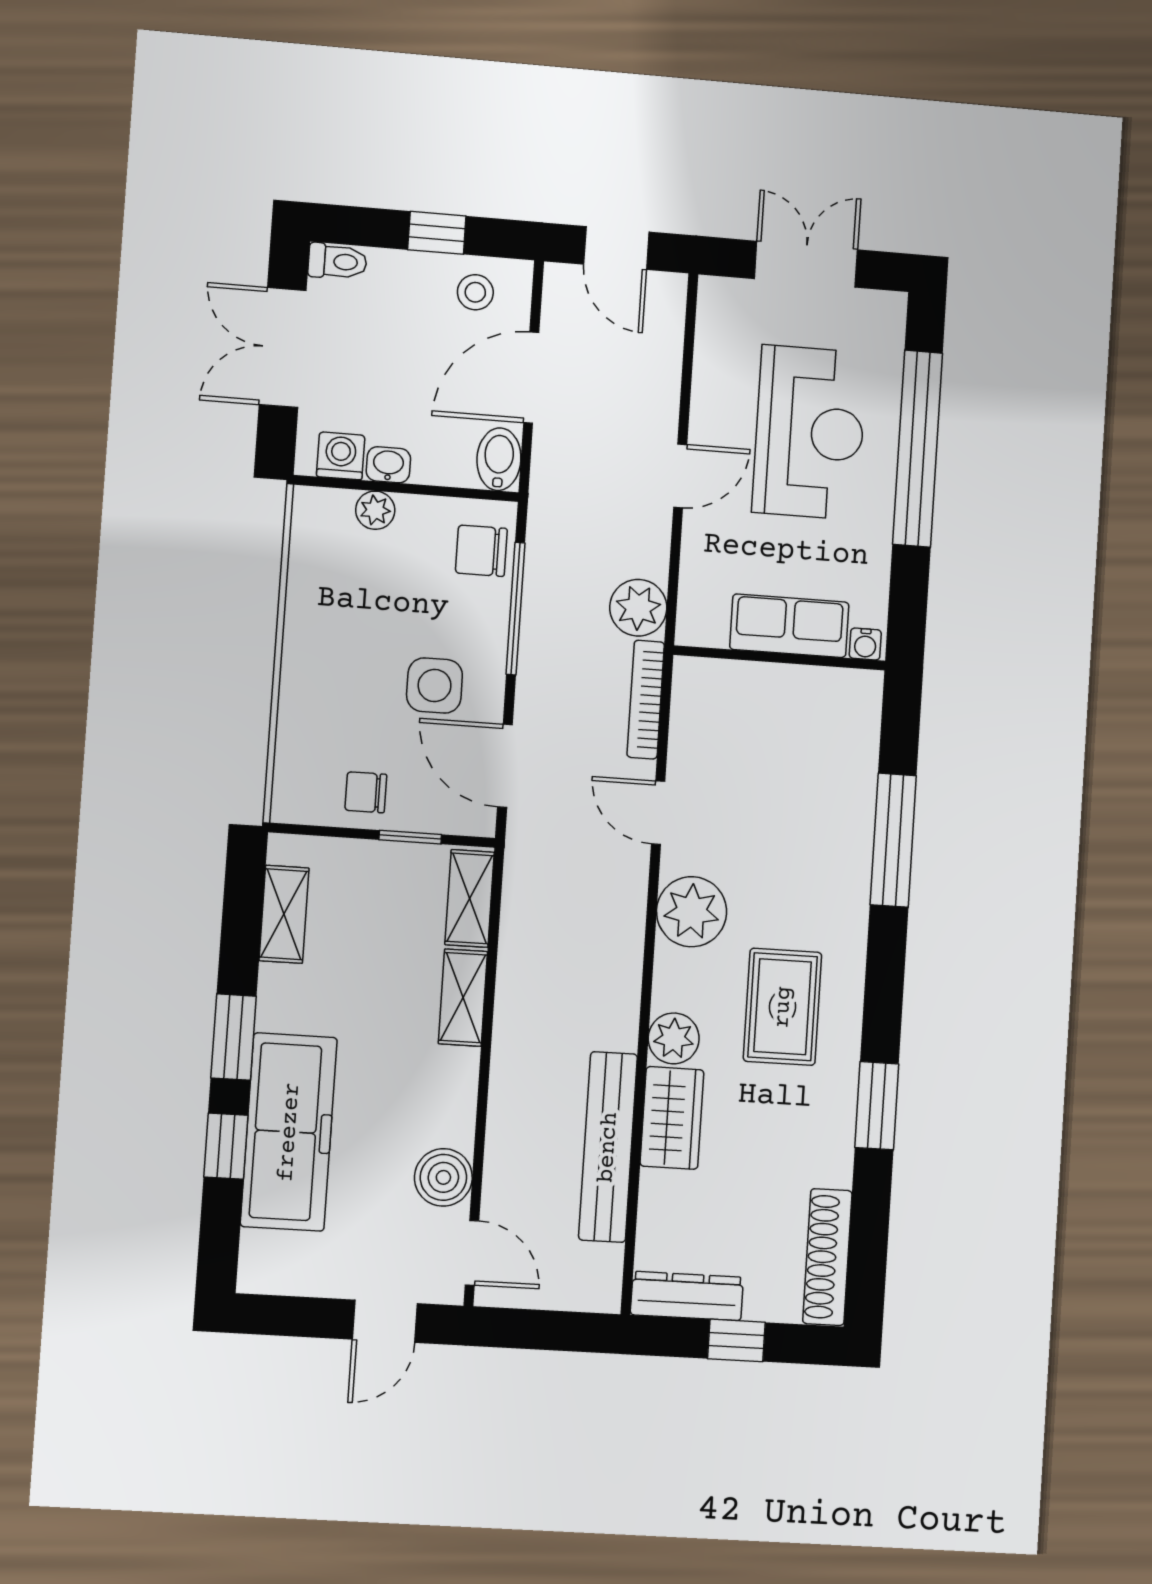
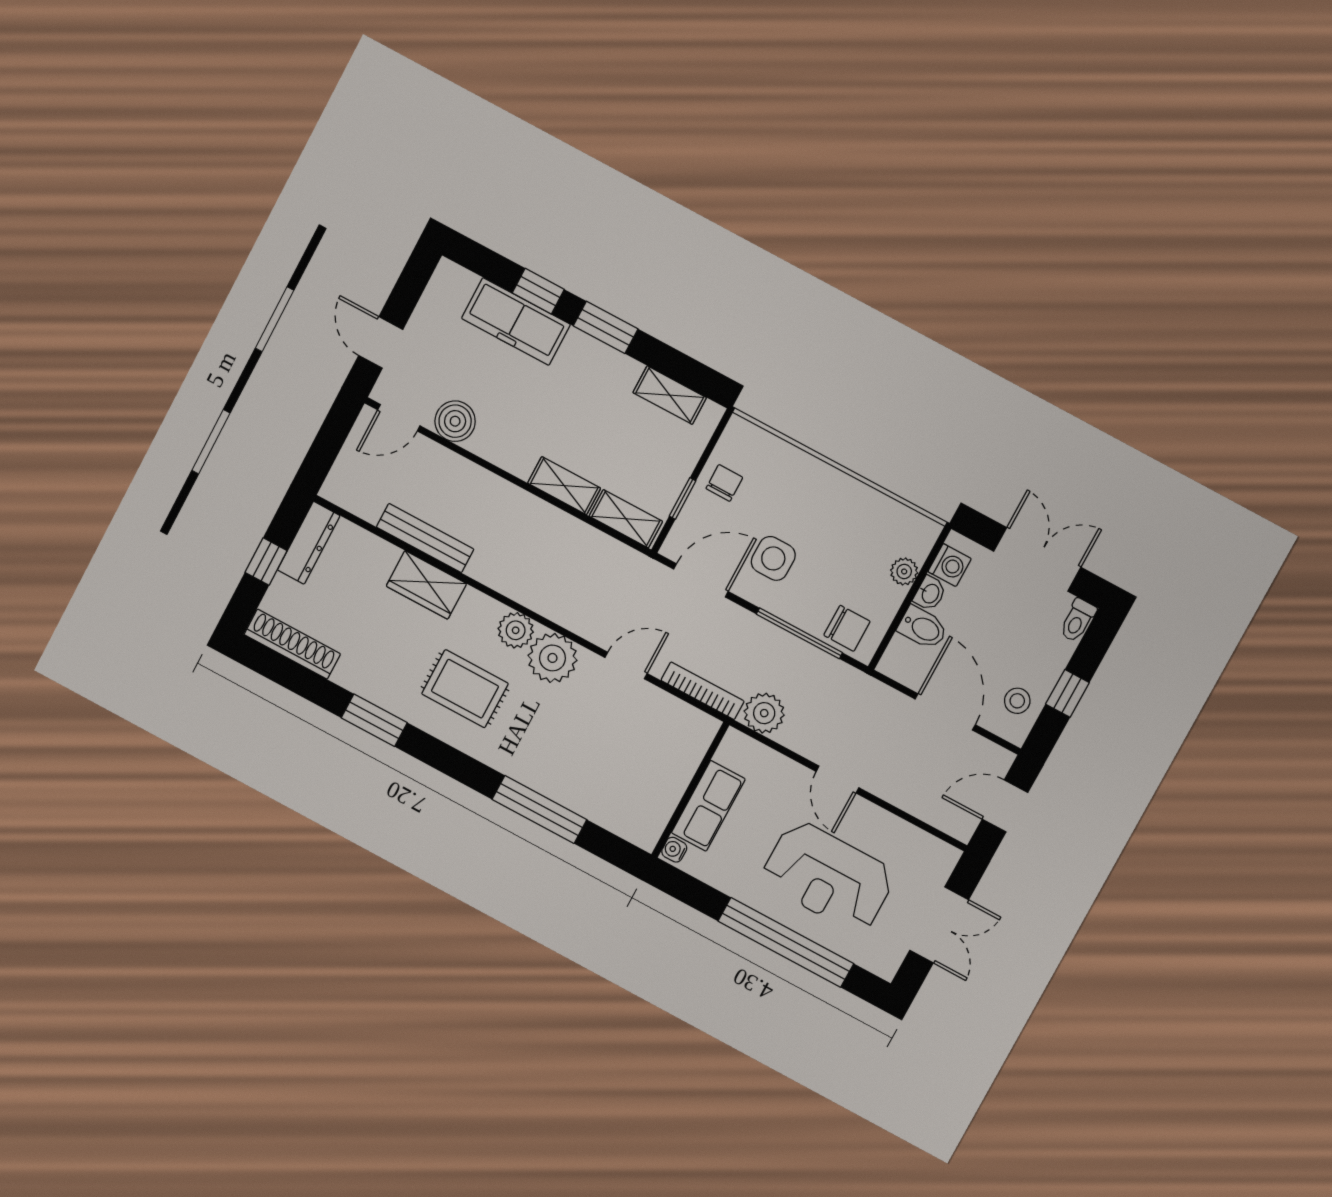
bidet: (499, 459) -> (923, 628), moved
chair: (481, 551) -> (847, 628), turned 90
plant: (674, 1038) -> (516, 630), moved
freezer: (289, 1132) -> (516, 321), width x0.73, depth x0.79
bench: (608, 1147) -> (425, 538), width x0.73, depth x0.82

